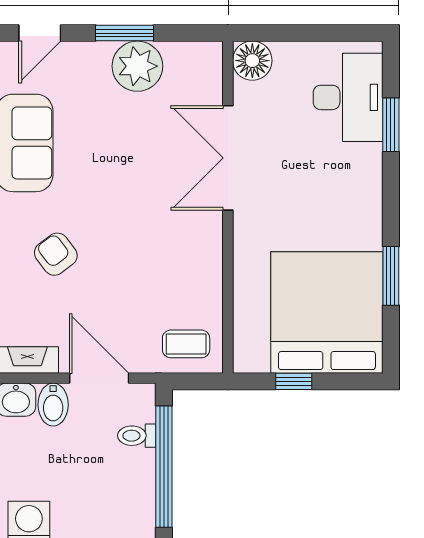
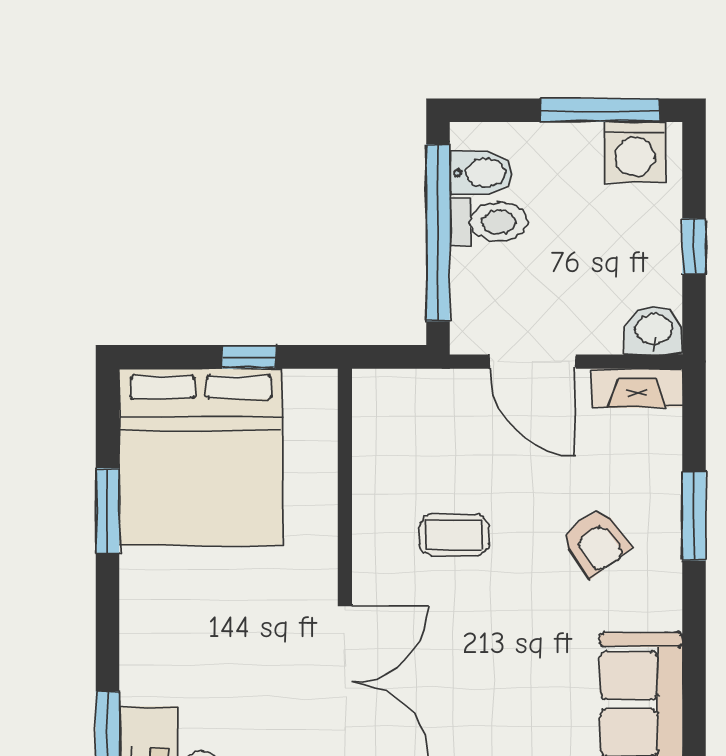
coffee table: (186, 344) -> (454, 535), moved
bidet: (53, 405) -> (481, 173), moved, turned 90
toilet: (137, 436) -> (488, 222), moved, width x1.37, depth x1.39

